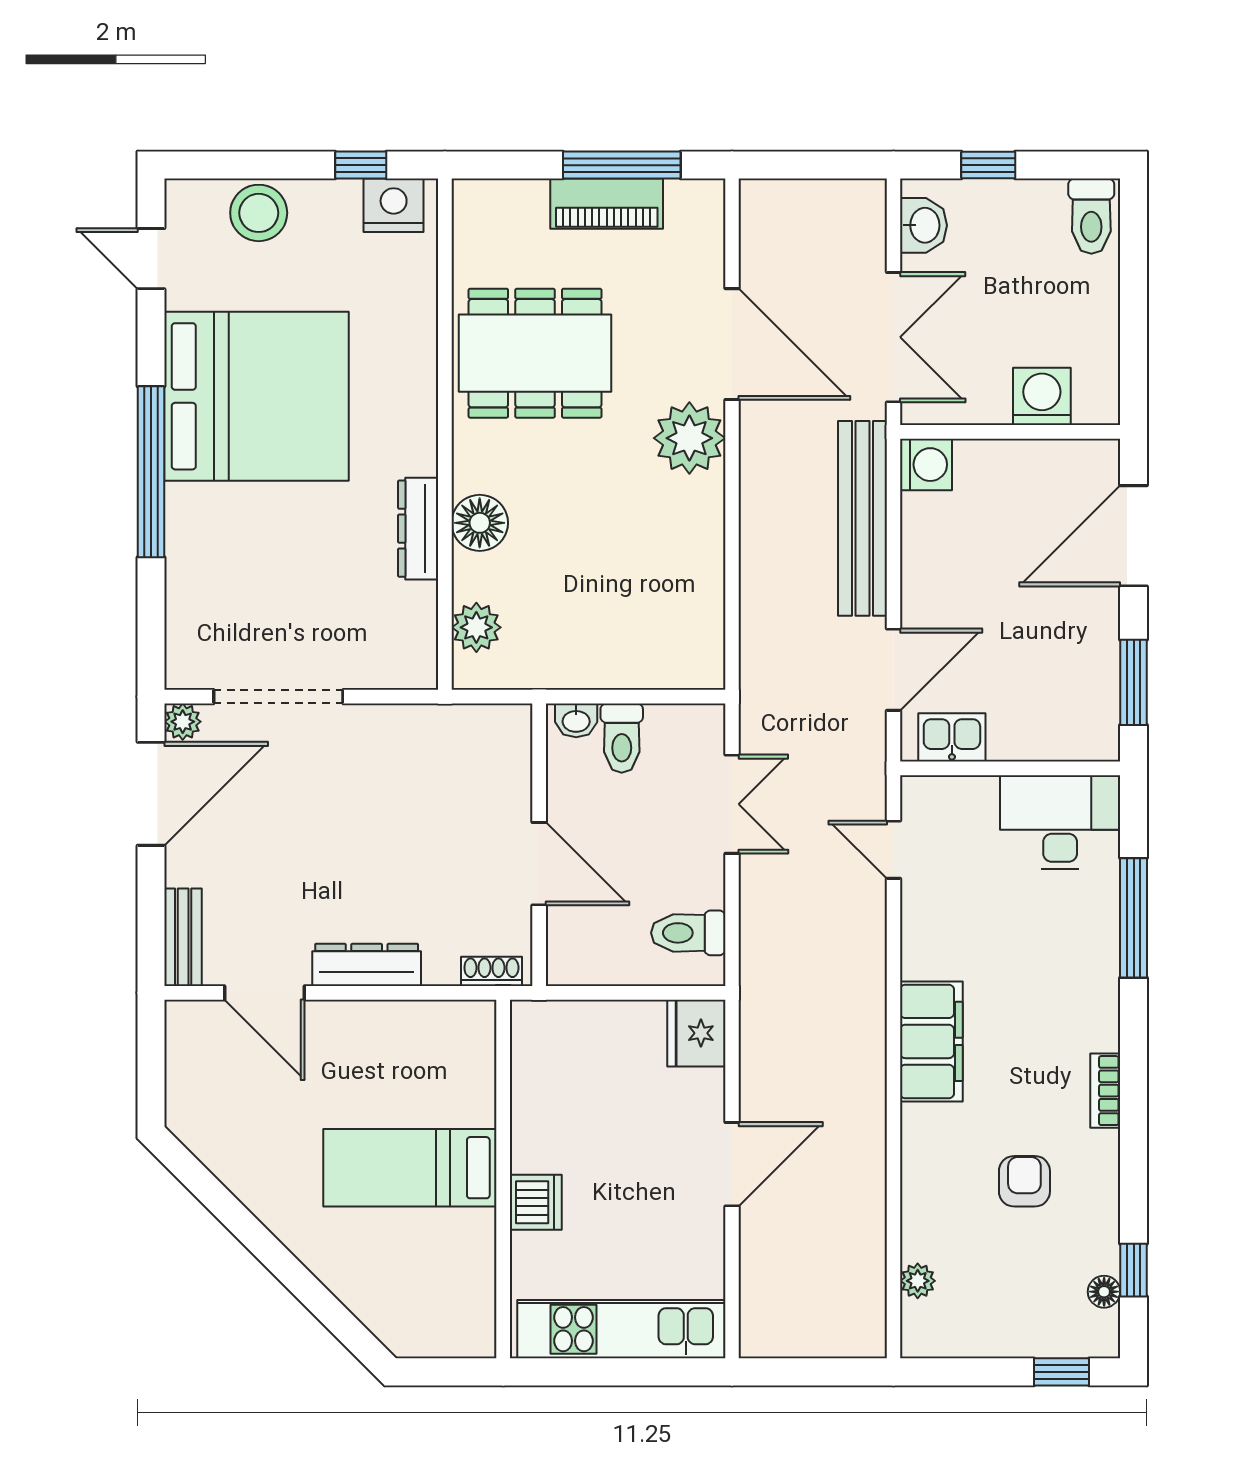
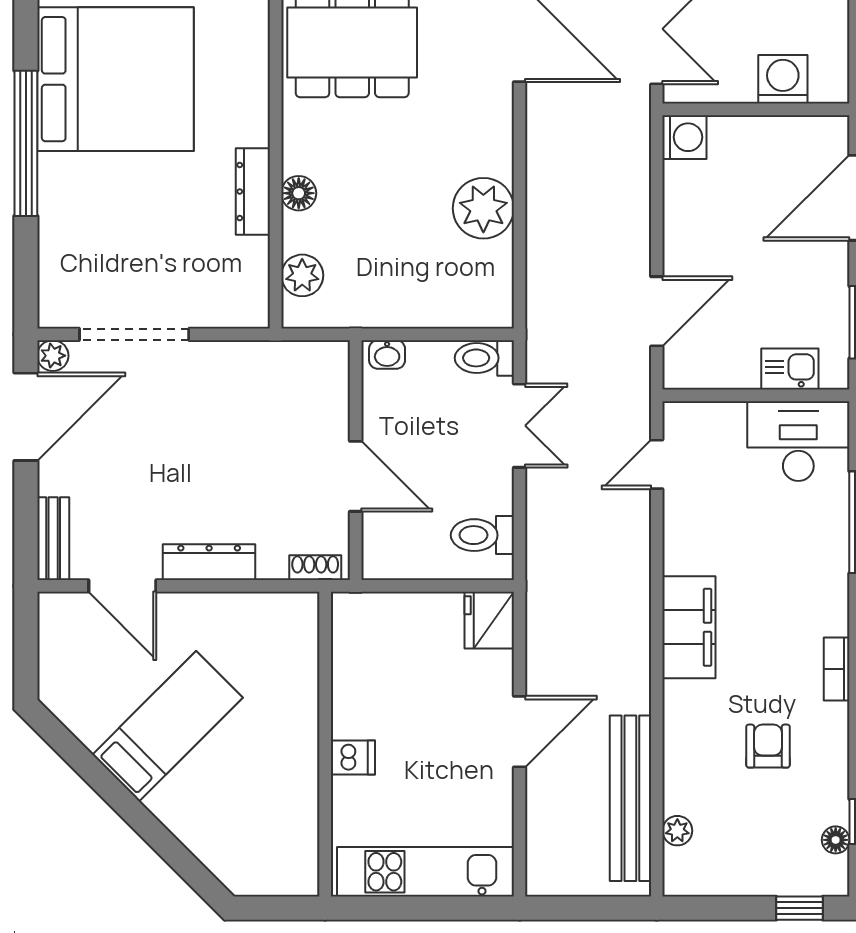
plant: (689, 438) -> (483, 208), moved
bench: (863, 518) -> (630, 798), moved
floor lamp: (480, 523) -> (299, 193), width x0.73, depth x0.73
kitchen sink: (952, 737) -> (790, 369), moved
toilet: (622, 738) -> (484, 358), moved, turned 90
door: (894, 850) -> (657, 464), hinge flipped
bed: (410, 1168) -> (168, 726), moved, turned 135
dishwasher: (536, 1202) -> (353, 757), width x0.73

